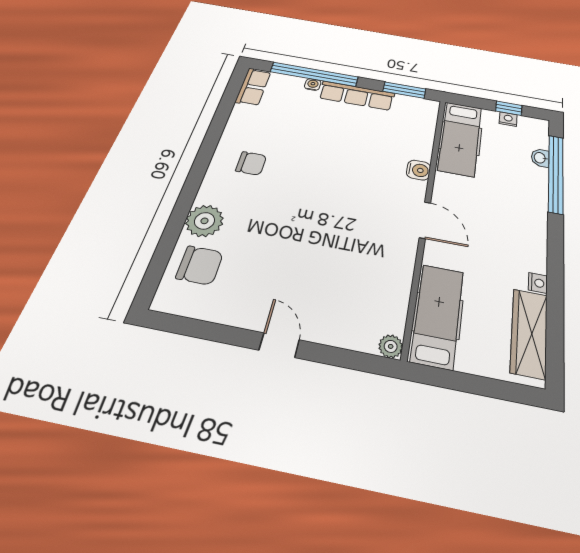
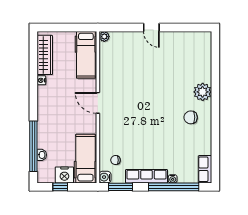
nightstand: (508, 119) -> (64, 175), width x1.89, depth x1.79
water cooler: (419, 170) -> (105, 177), moved
plant: (204, 221) -> (203, 92), moved
chair: (200, 265) -> (115, 160), moved, width x0.54, depth x0.54

